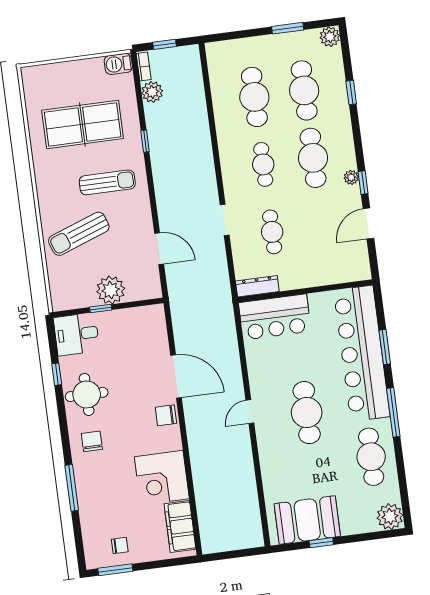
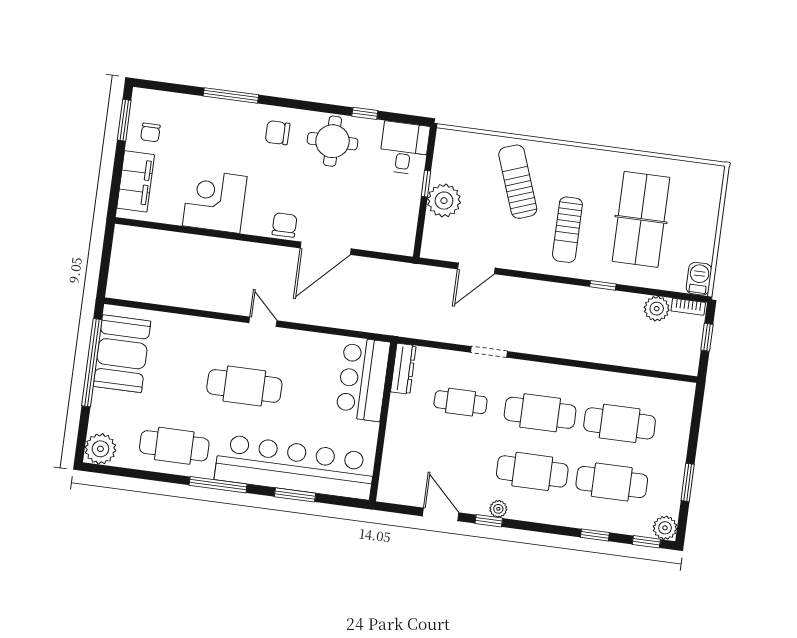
window: (345, 49) -> (646, 542), added
cafe table: (263, 164) -> (540, 413), width x1.37, depth x1.35
chair: (92, 441) -> (278, 133), turned 180
filing cabinet: (180, 526) -> (136, 181), moved, turned 90
window: (321, 543) -> (92, 363), width x3.17

